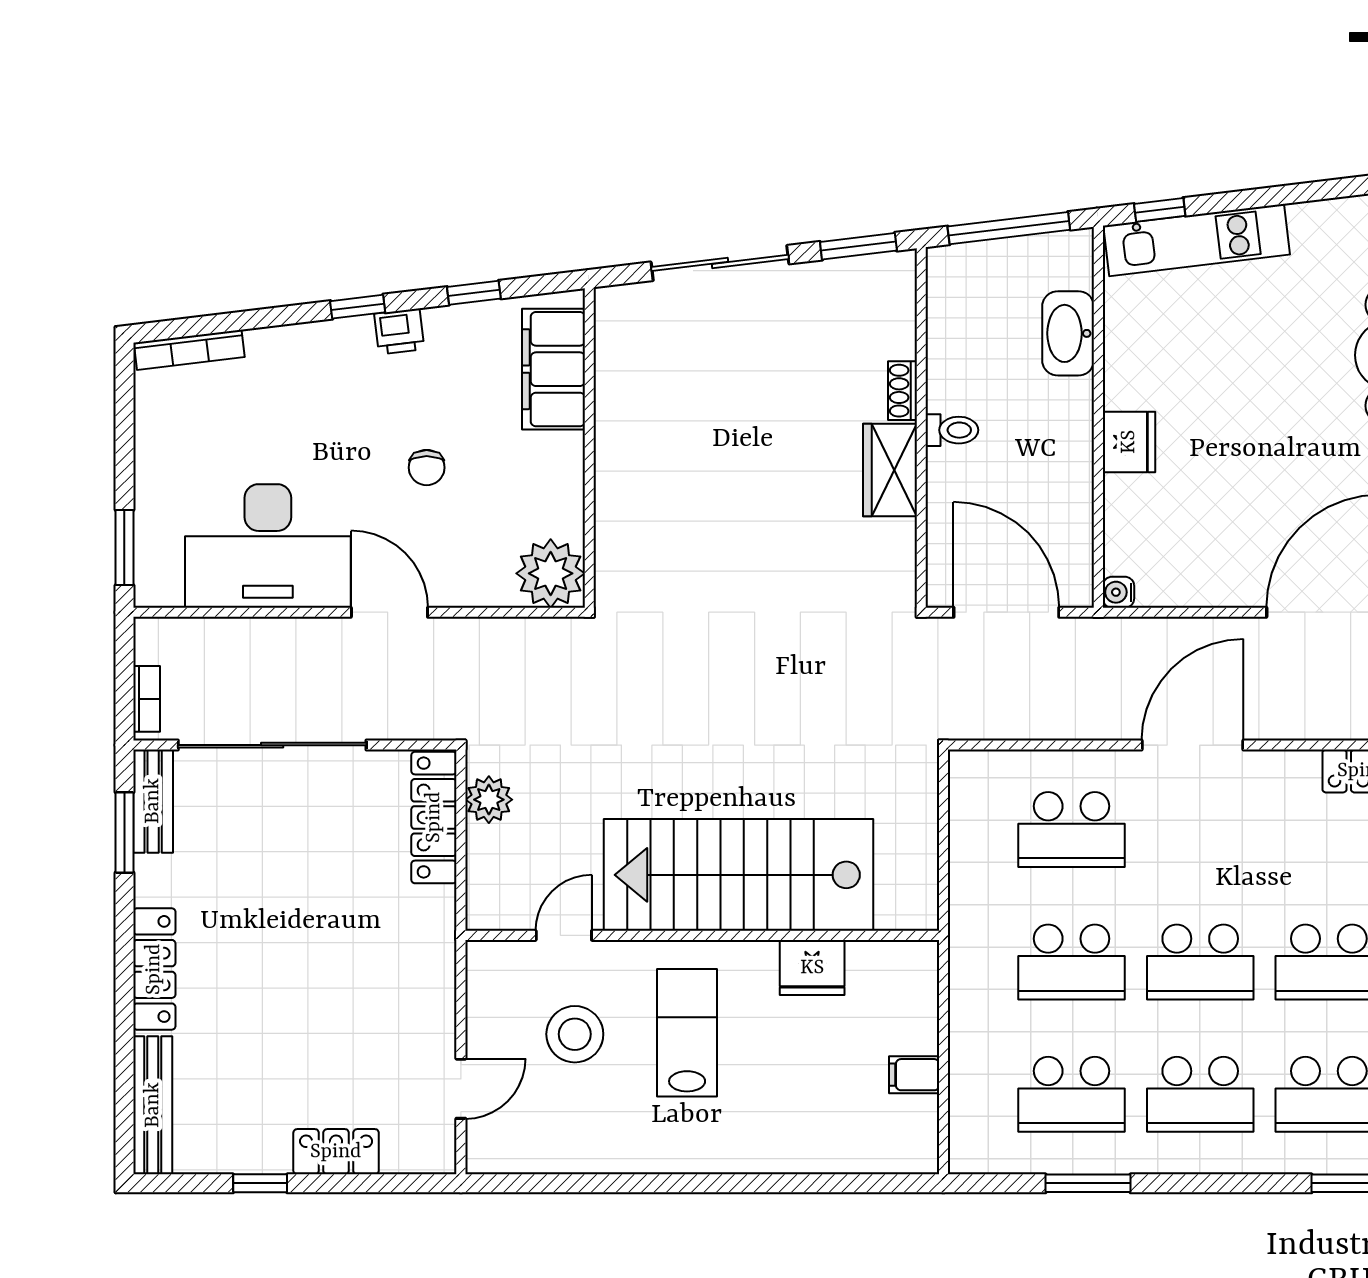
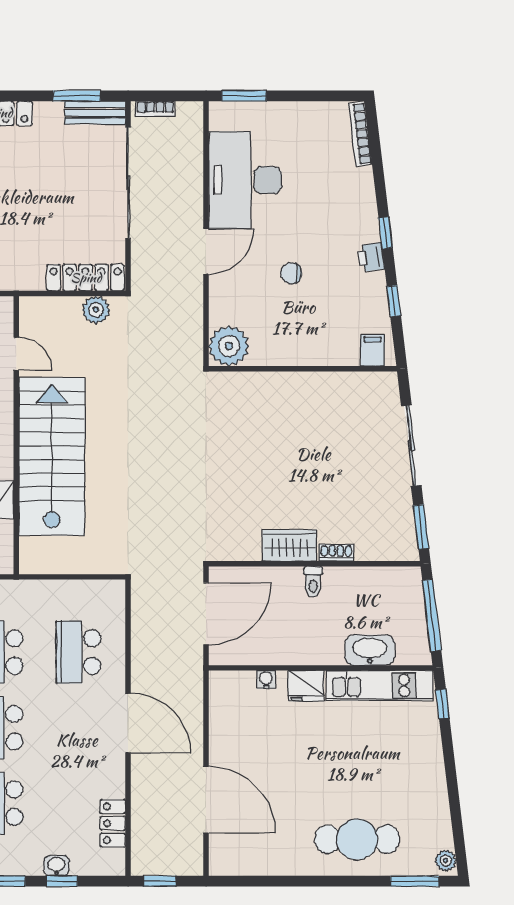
kitchen unit: (1197, 240) -> (379, 686), moved, turned -83
filing cabinet: (553, 369) -> (373, 350), width x0.33, depth x0.86
water cooler: (1118, 592) -> (266, 680), moved

